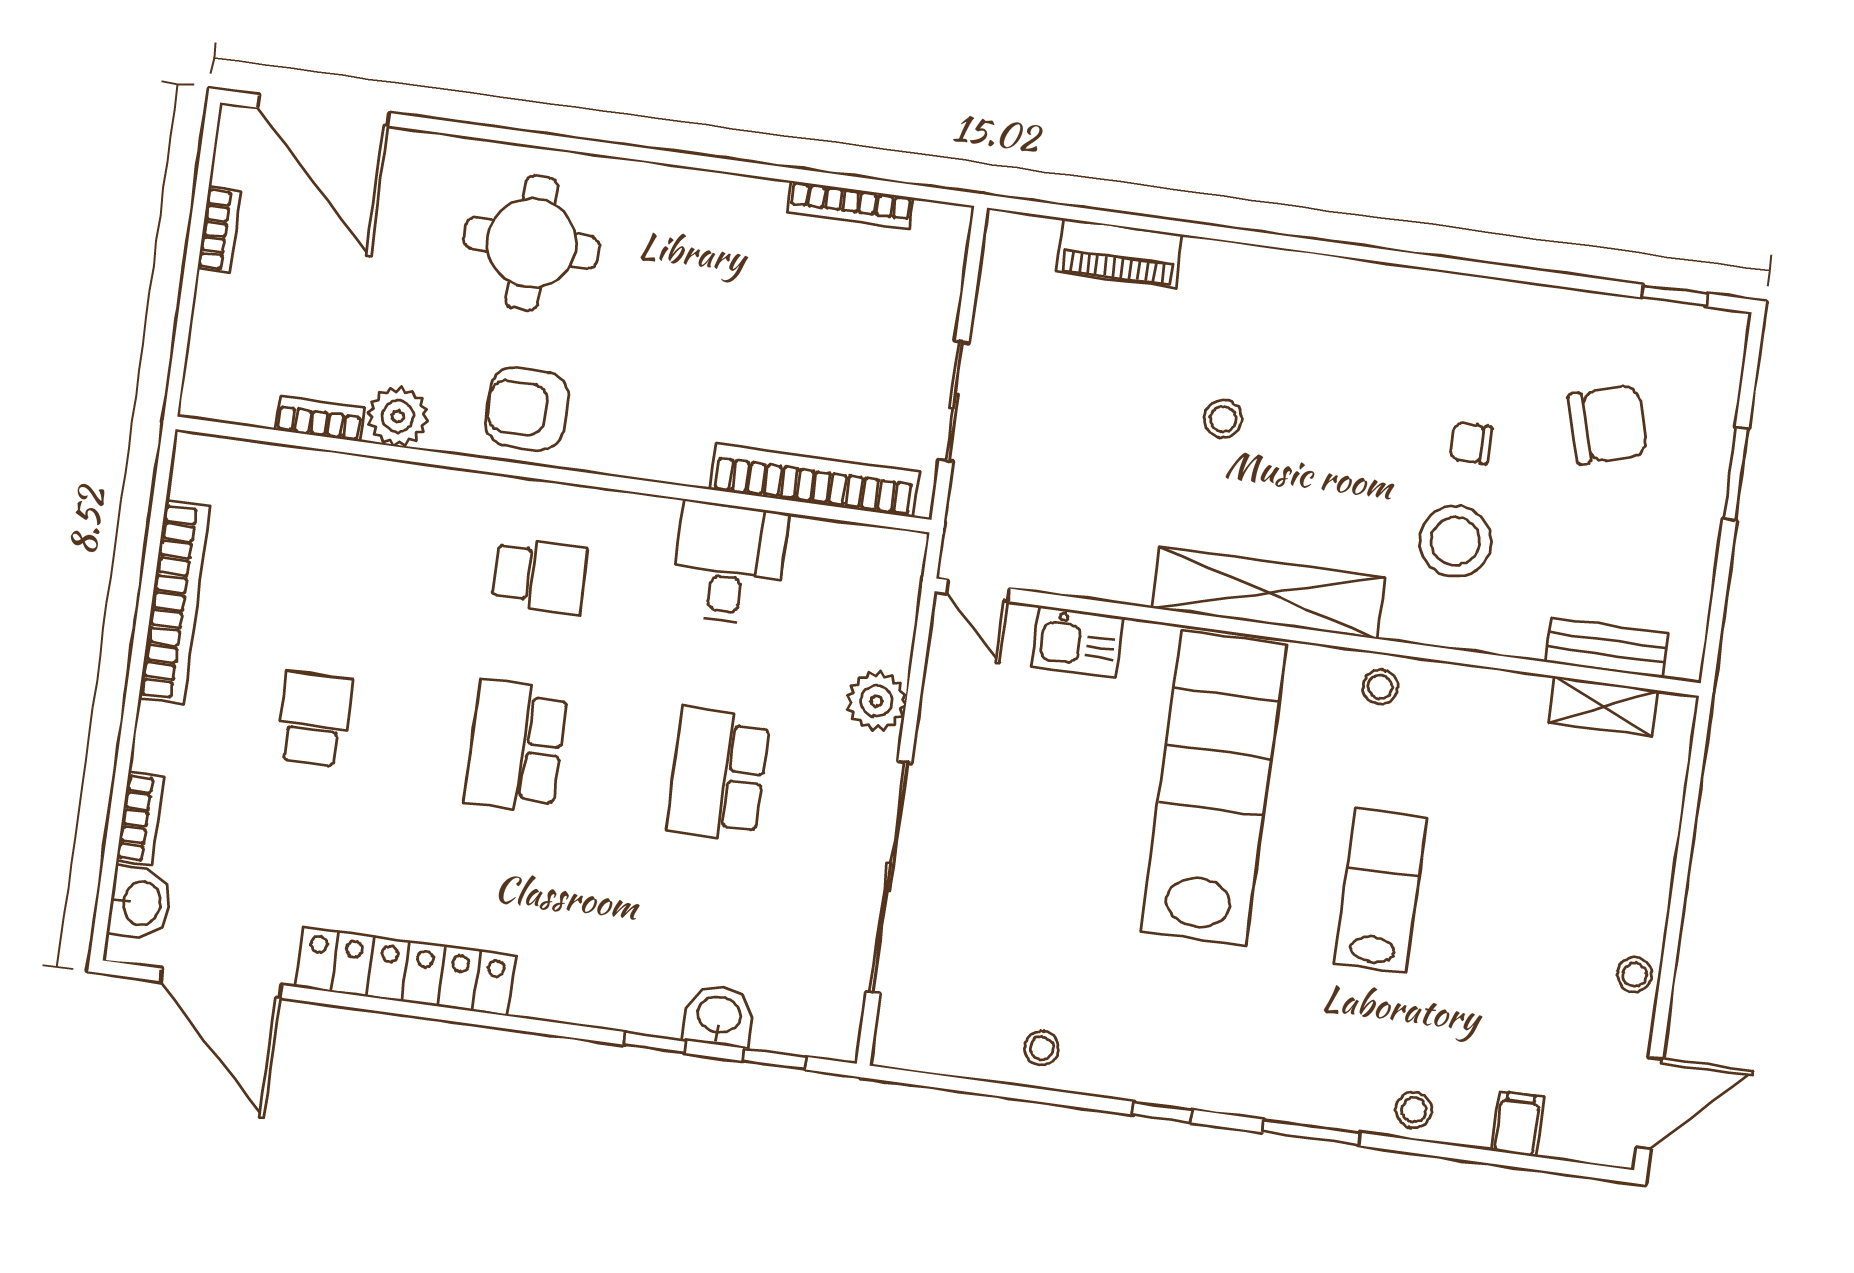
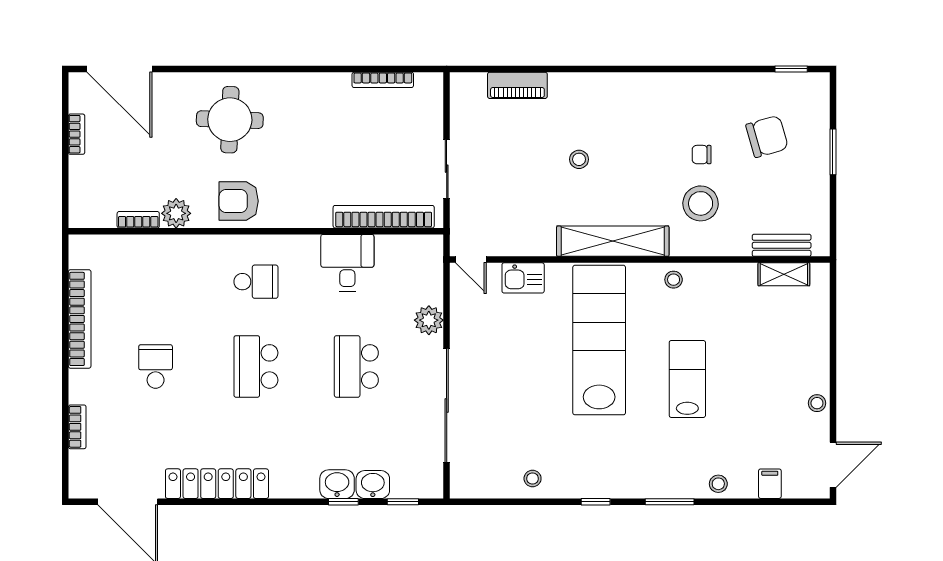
washbasin: (140, 903) -> (337, 484), moved, turned -90

